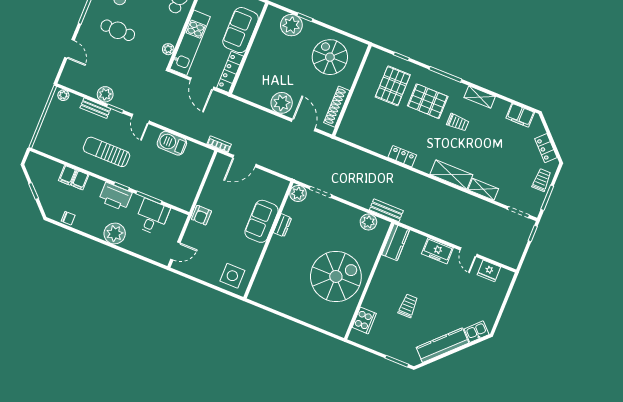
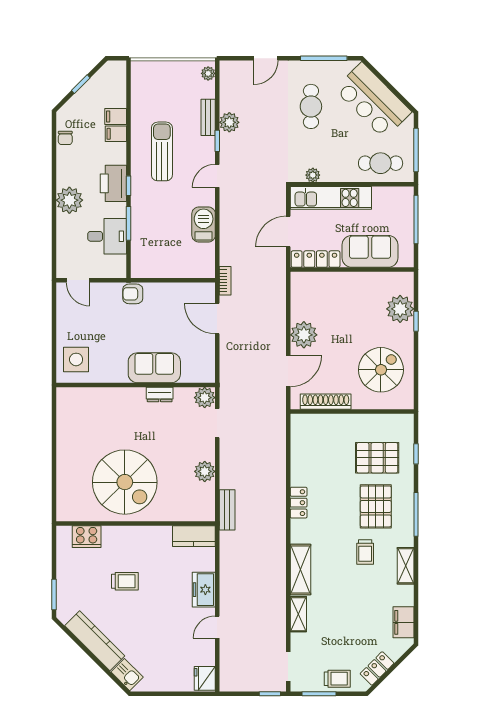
plant: (368, 222) -> (205, 471), moved
fridge: (489, 271) -> (205, 678), moved

